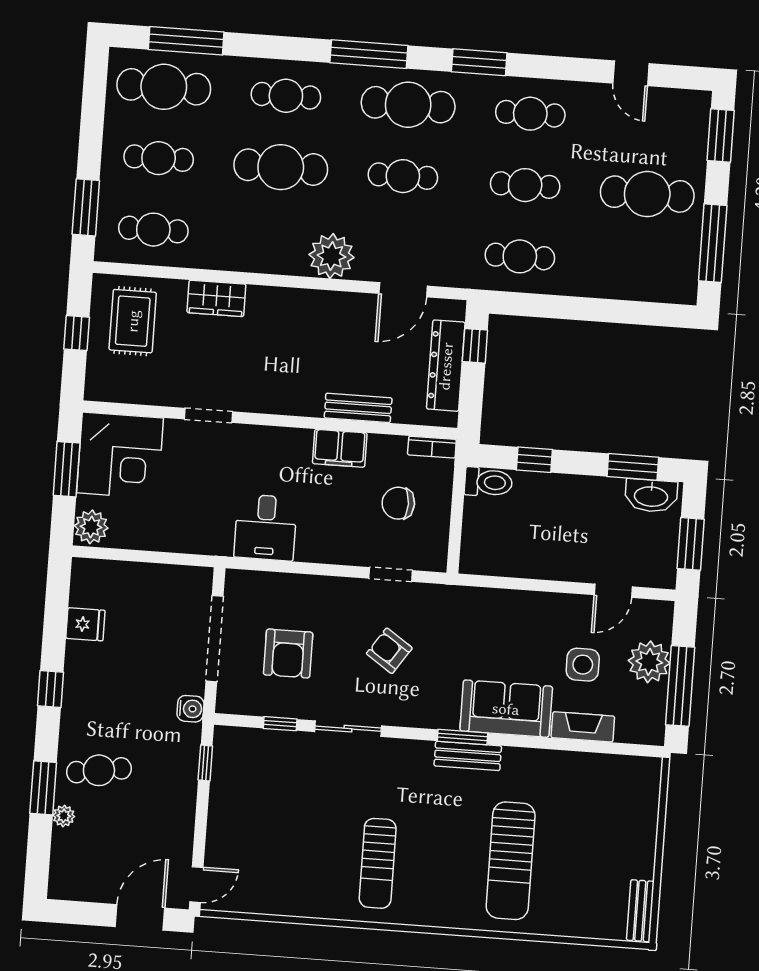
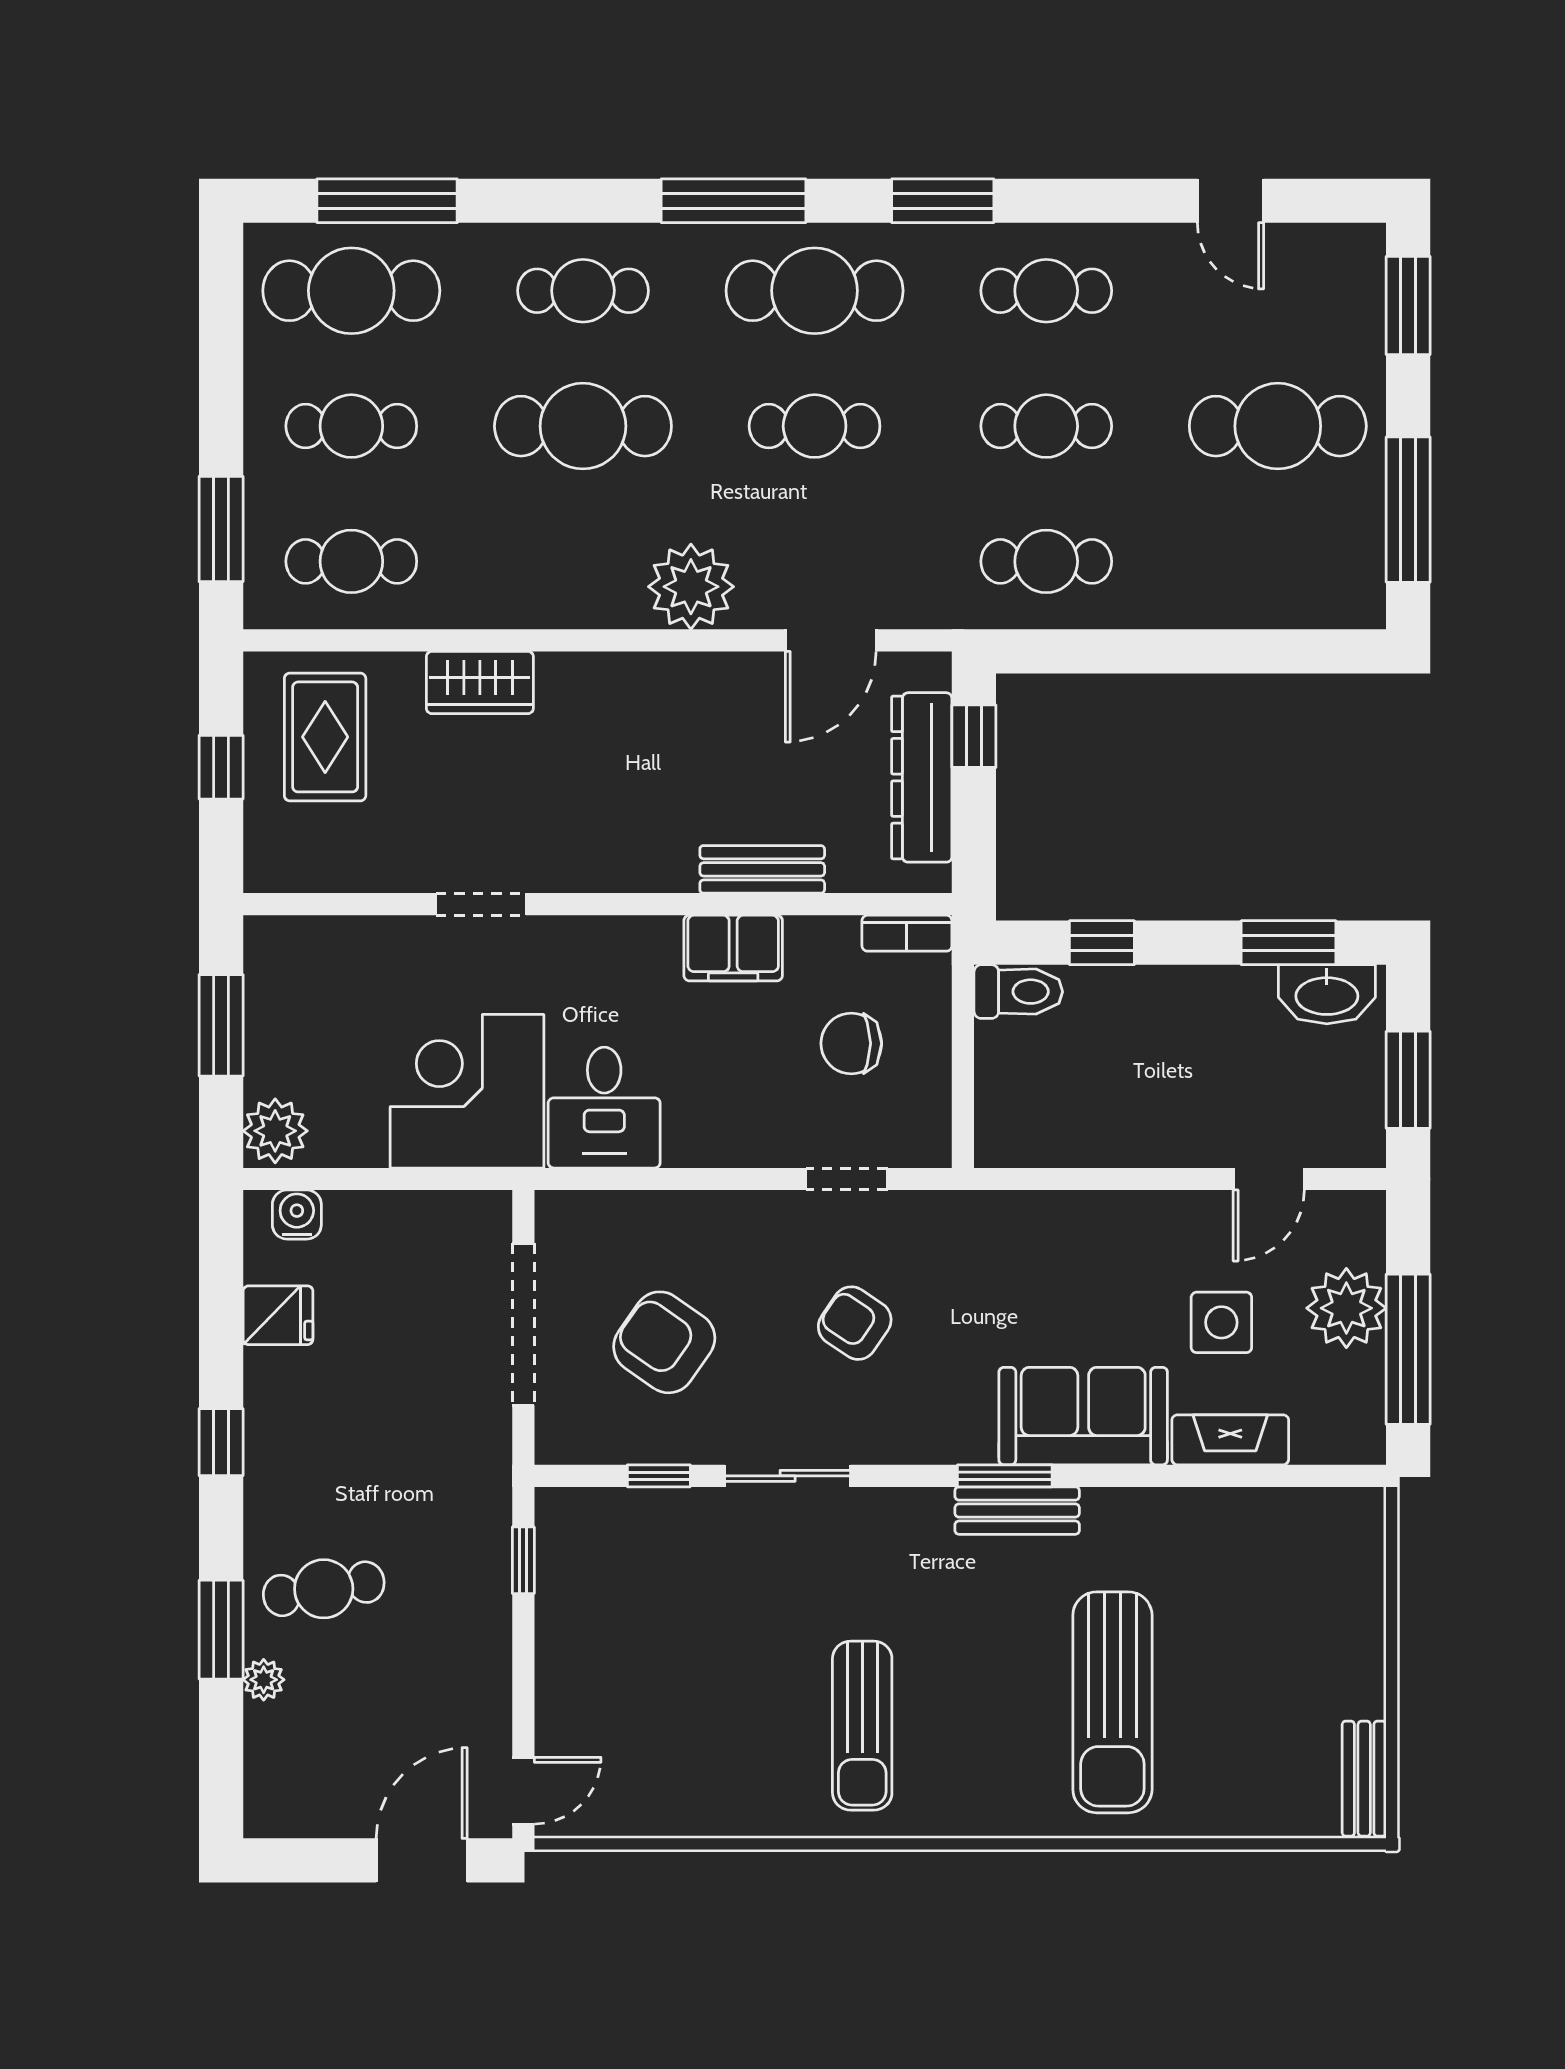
corner desk: (120, 455) -> (467, 1091), moved, turned 180
armchair: (288, 654) -> (664, 1342), turned 125
water cooler: (190, 709) -> (297, 1215), moved, turned -90

